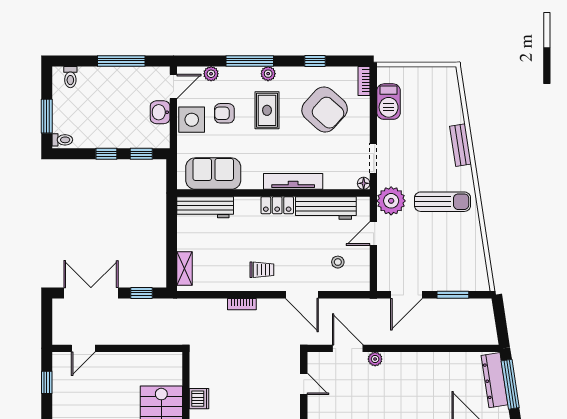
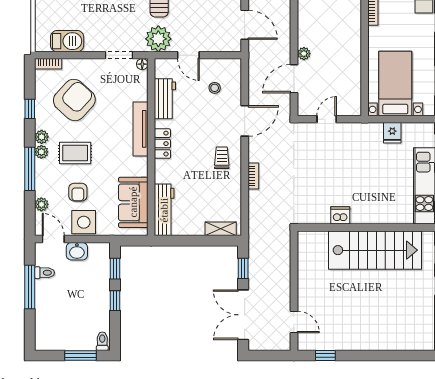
plant: (285, 74) -> (42, 137), added
toilet: (70, 77) -> (44, 273), moved
workbench: (326, 208) -> (165, 99), width x0.73

